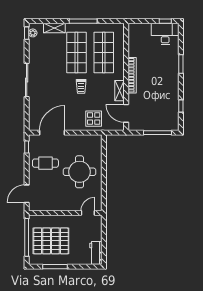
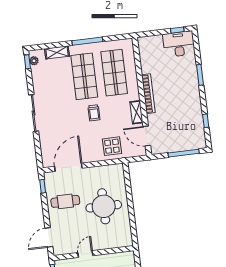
door: (88, 213) -> (85, 254), moved

